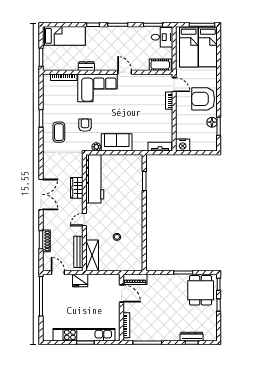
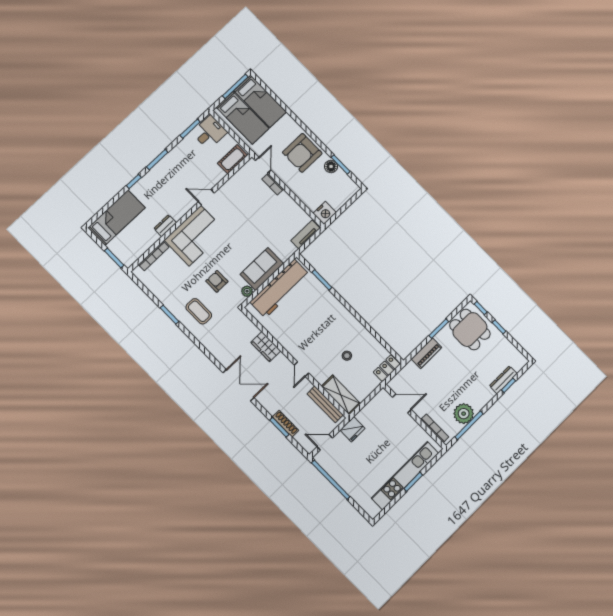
door: (174, 85) -> (263, 165), hinge flipped
workbench: (95, 179) -> (280, 289), moved, turned 90
locker: (132, 266) -> (387, 368), added
piano: (135, 279) -> (427, 353), moved
plant: (151, 333) -> (464, 414), added

